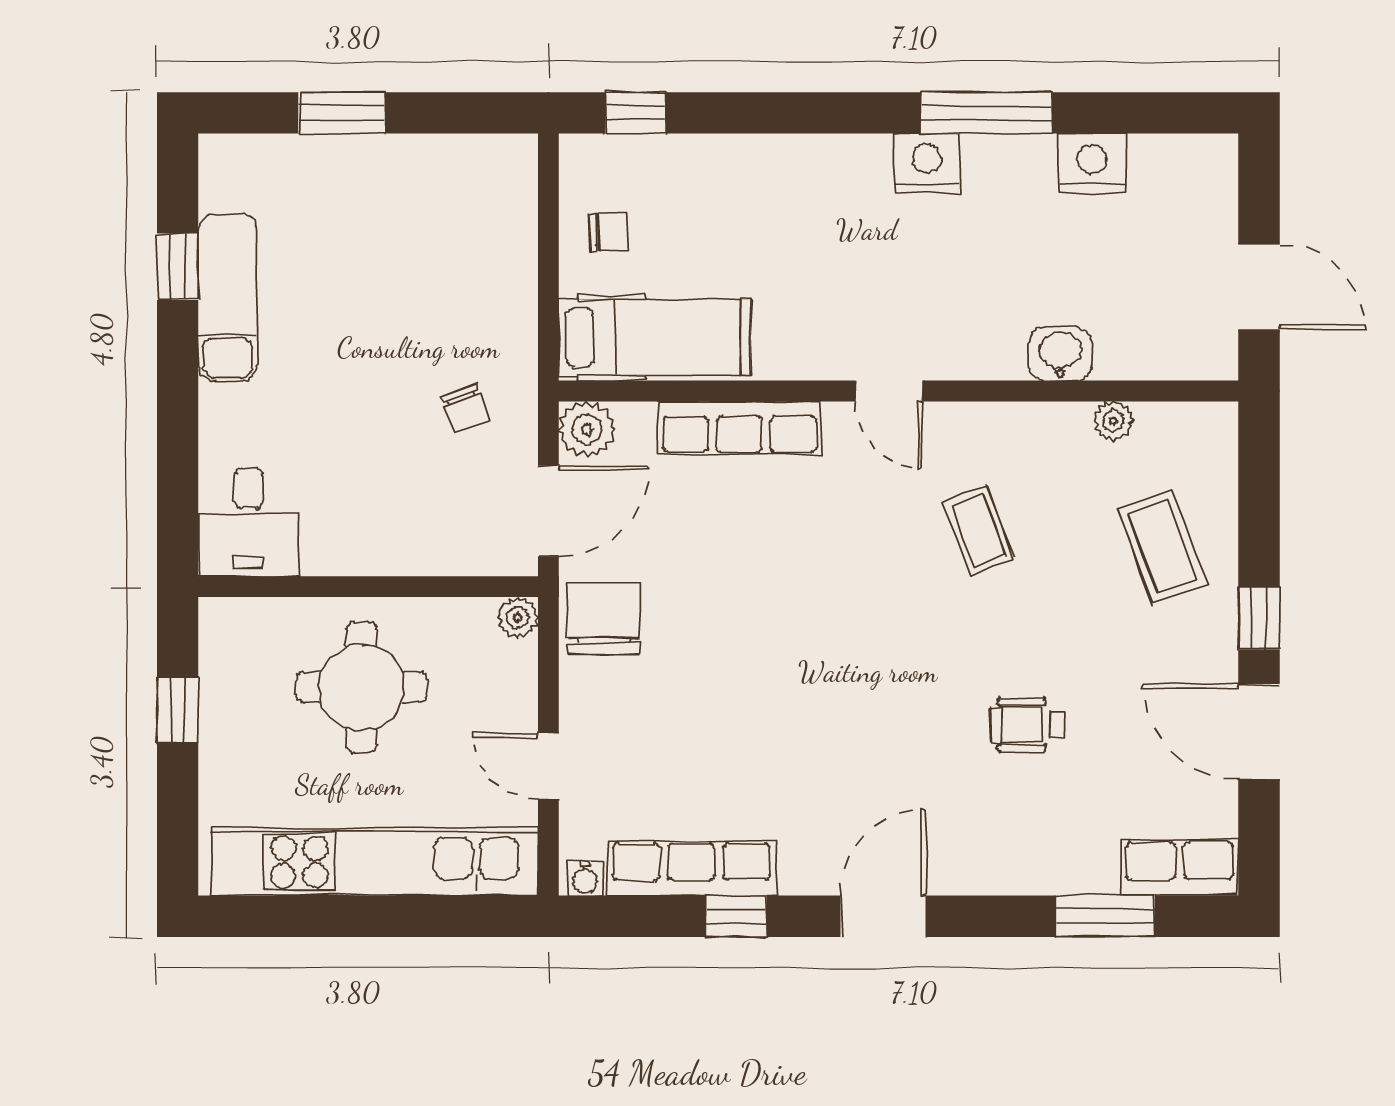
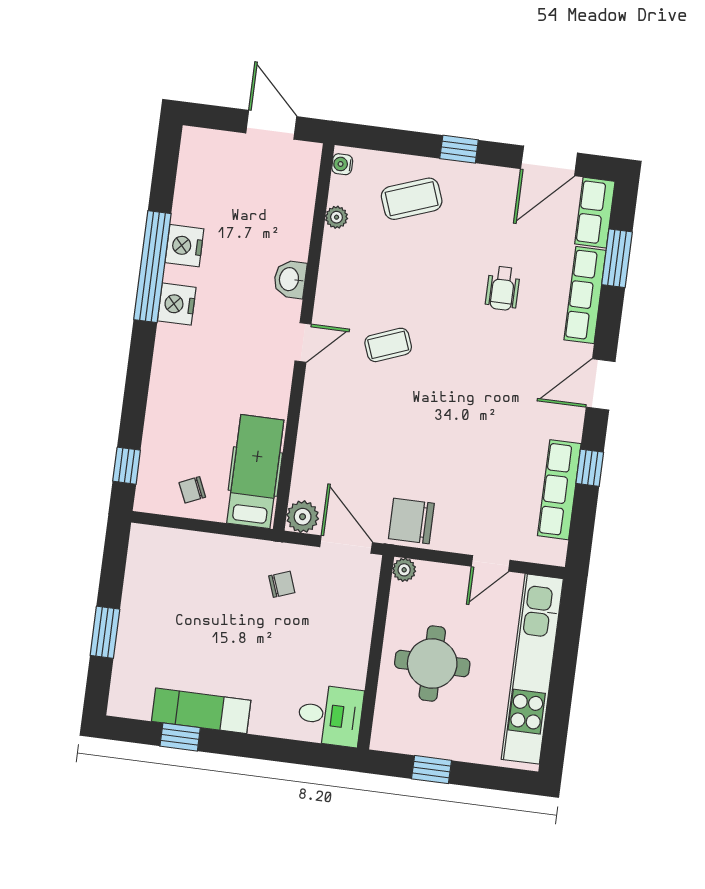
window: (986, 113) -> (152, 267), width x1.46
nightstand: (1092, 164) -> (184, 246), moved
chair: (608, 232) -> (192, 490), turned -114
door: (1259, 287) -> (271, 125), hinge flipped
washbasin: (1060, 354) -> (290, 279), moved
row of seats: (739, 428) -> (585, 295), moved, turned 180
coffee table: (979, 531) -> (388, 345), moved
door: (1259, 732) -> (549, 161), moved
water cooler: (585, 878) -> (342, 164), moved, turned 180
door: (883, 916) -> (601, 384), hinge flipped

